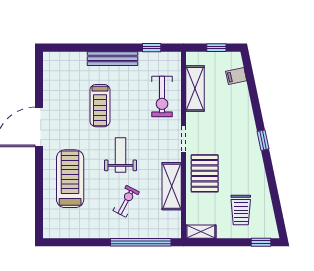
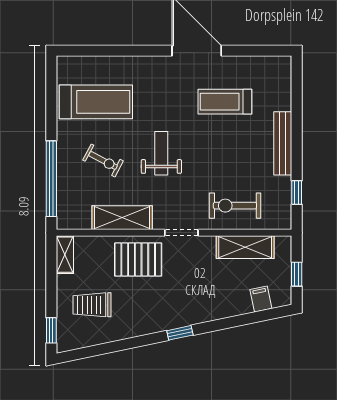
treadmill: (100, 106) -> (225, 102), moved
weight bench: (121, 155) -> (161, 153), turned -90
treadmill: (70, 179) -> (96, 102), moved

